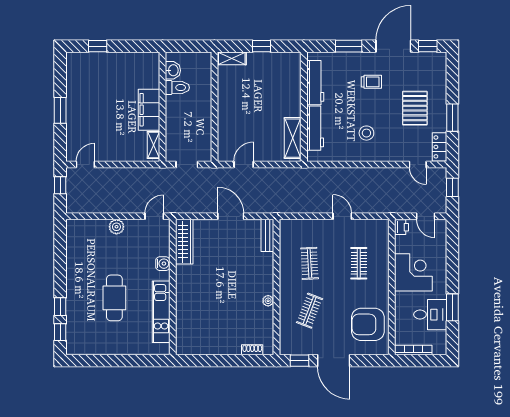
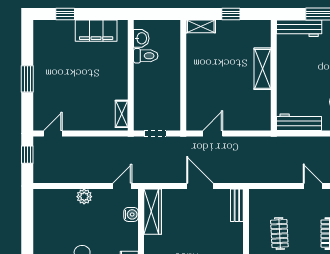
workbench: (315, 83) -> (299, 28), moved, turned 90
filing cabinet: (149, 110) -> (96, 31), moved, turned -90
workbench: (315, 128) -> (299, 122), moved, turned -90
shelving: (293, 138) -> (262, 69), moved
water cooler: (163, 264) -> (131, 214), moved

